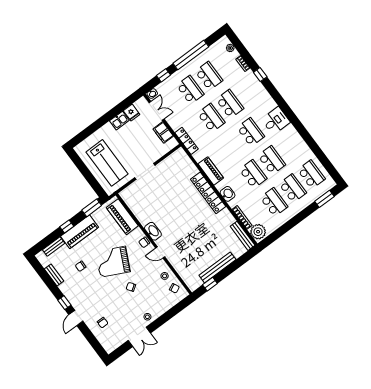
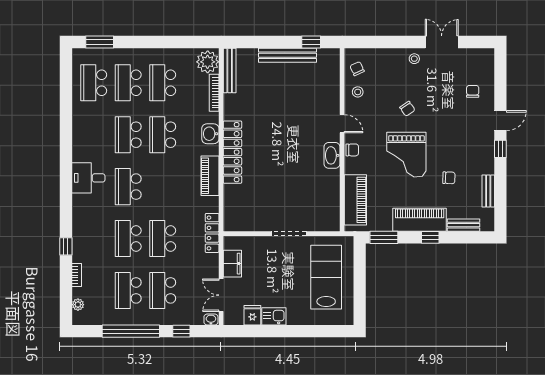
grand piano: (113, 262) -> (406, 155), turned 64

